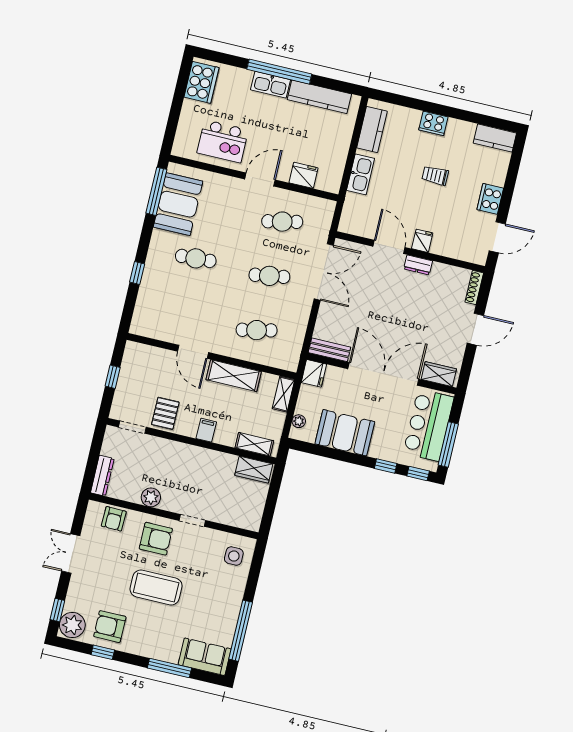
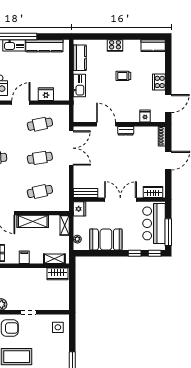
fridge: (422, 241) -> (145, 116), moved
double door: (383, 374) -> (120, 200), width x0.73

